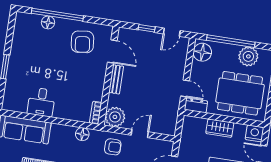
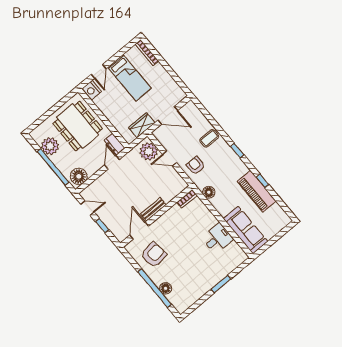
plant: (115, 117) -> (149, 151), moved
wardrobe: (220, 128) -> (142, 125), moved, turned -90

